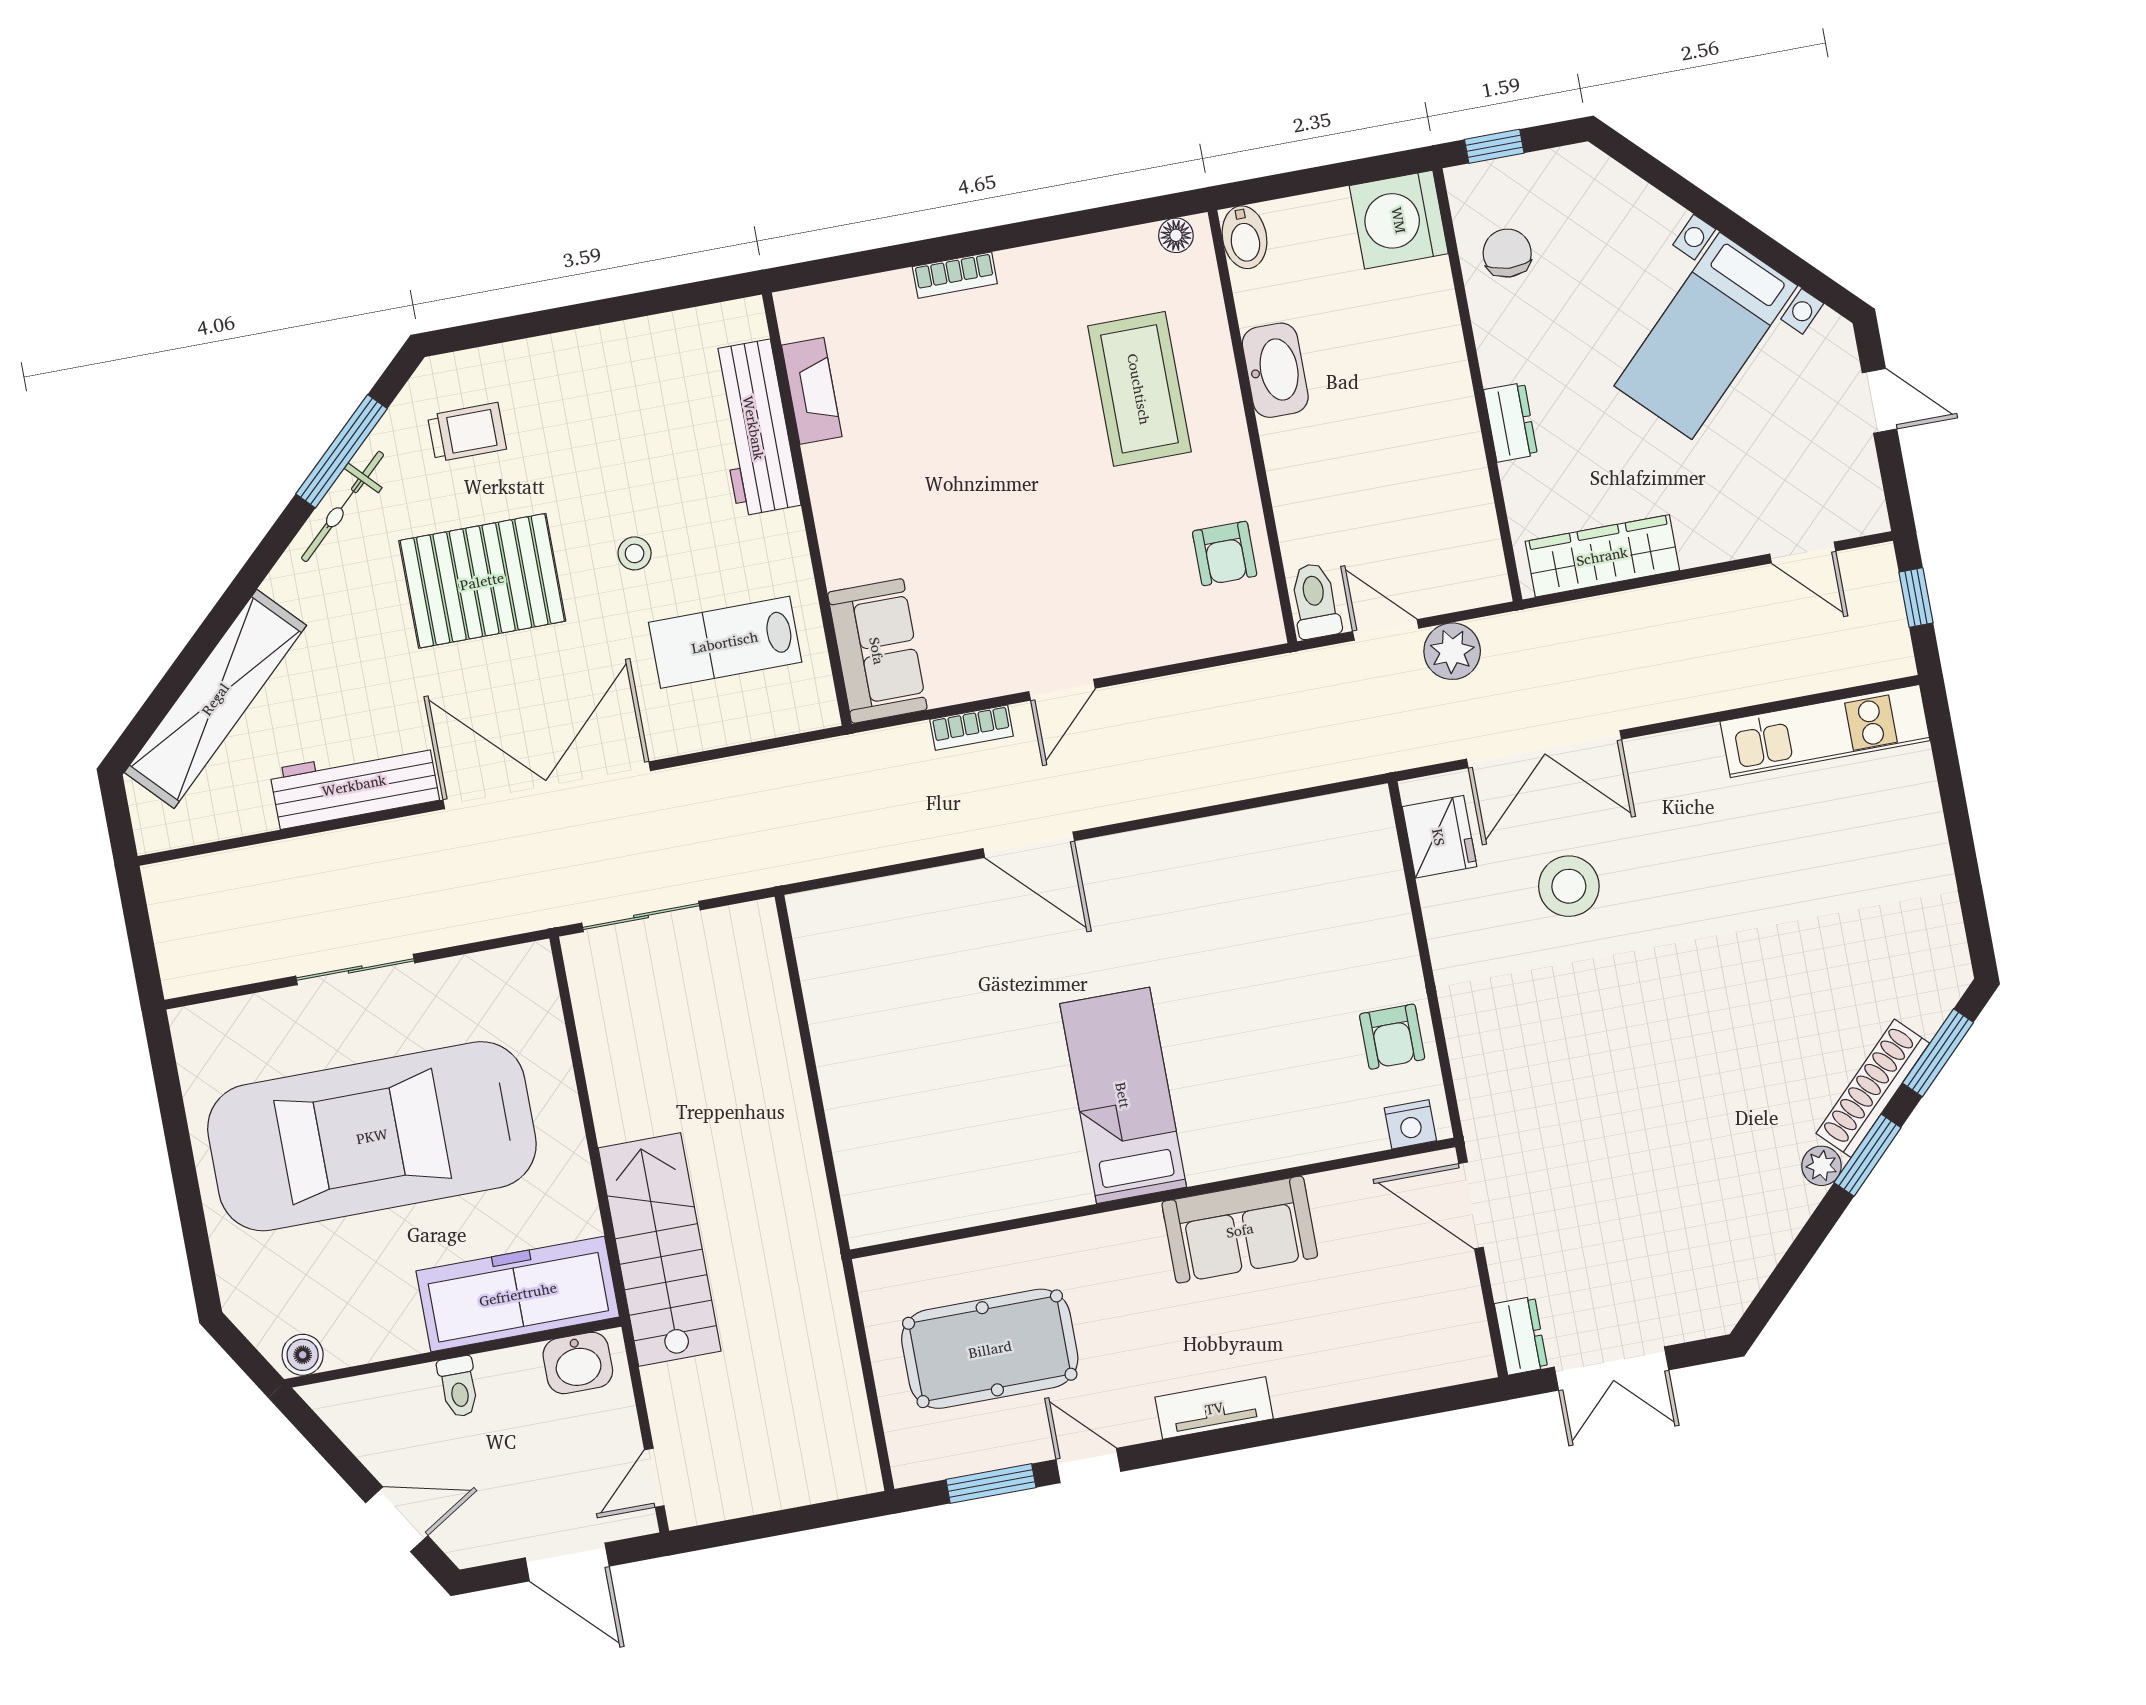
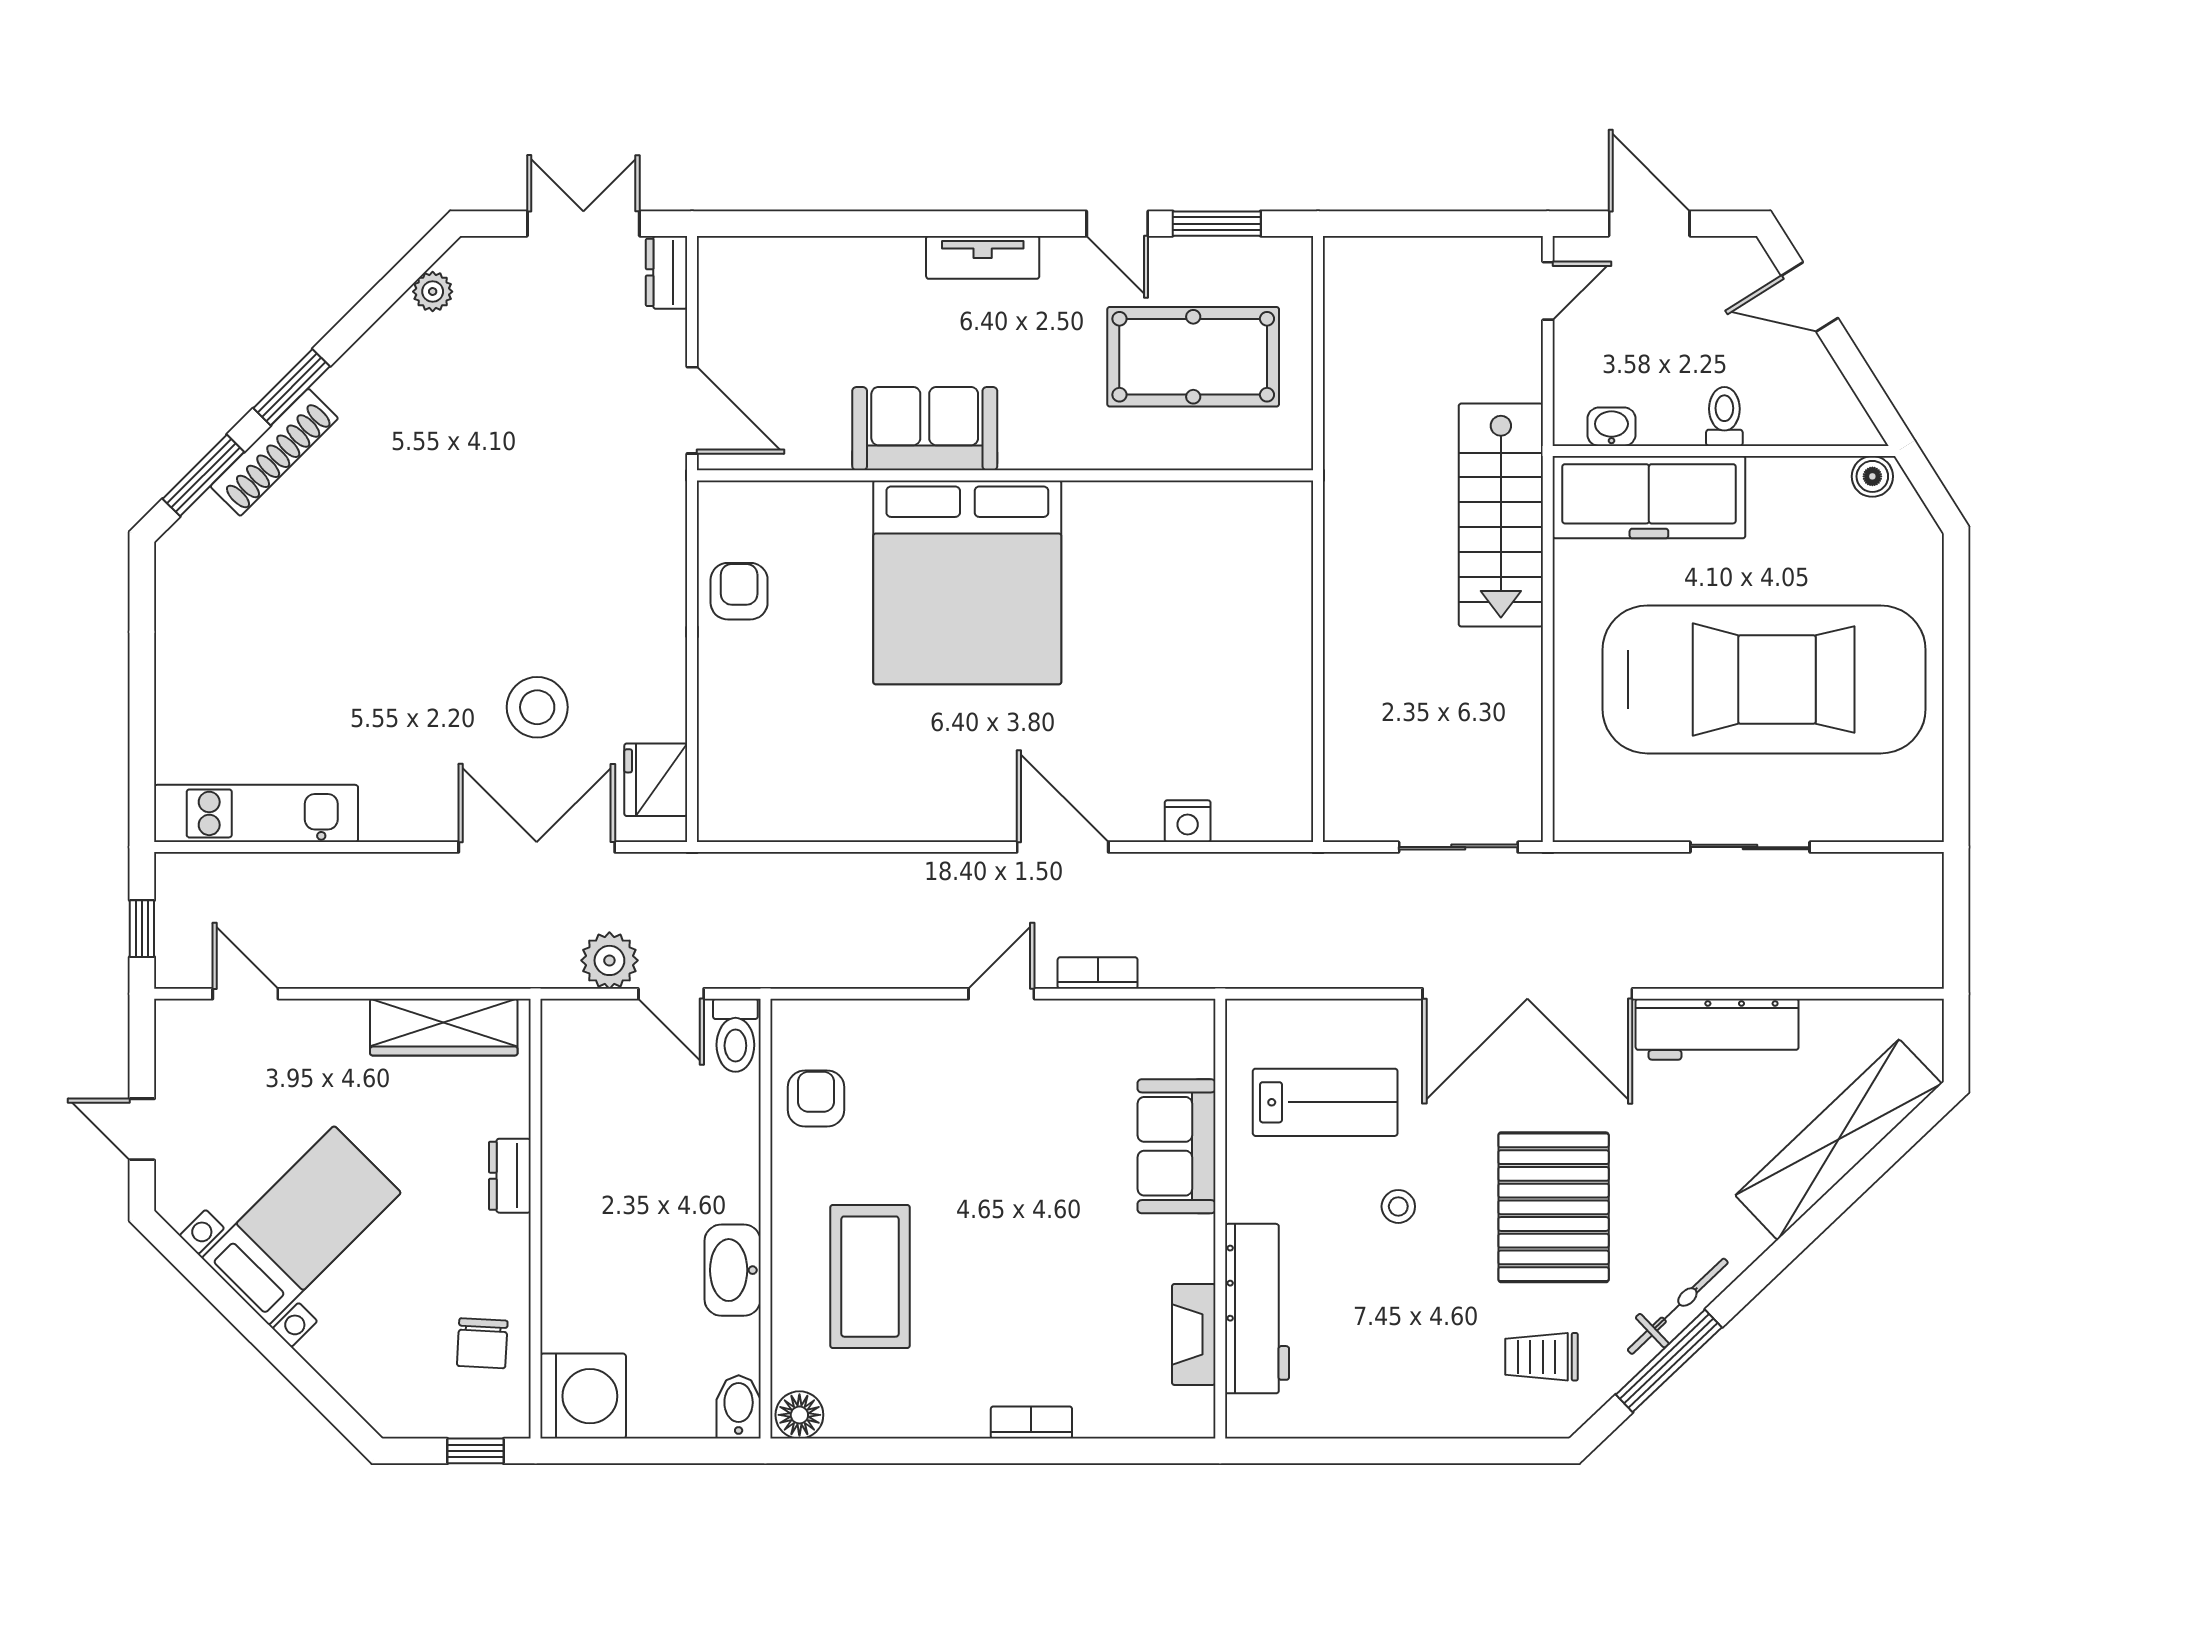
floor lamp: (1176, 235) -> (799, 1415), width x1.37, depth x1.37
pallet: (482, 581) -> (1554, 1207), turned 90
sofa: (877, 651) -> (1176, 1146), moved
bed: (1123, 1095) -> (967, 582), width x2.04
nightstand: (1410, 1124) -> (1188, 821), moved, turned 180
plant: (1822, 1166) -> (433, 292), moved
washbasin: (578, 1363) -> (1611, 427), width x0.72, depth x0.69

